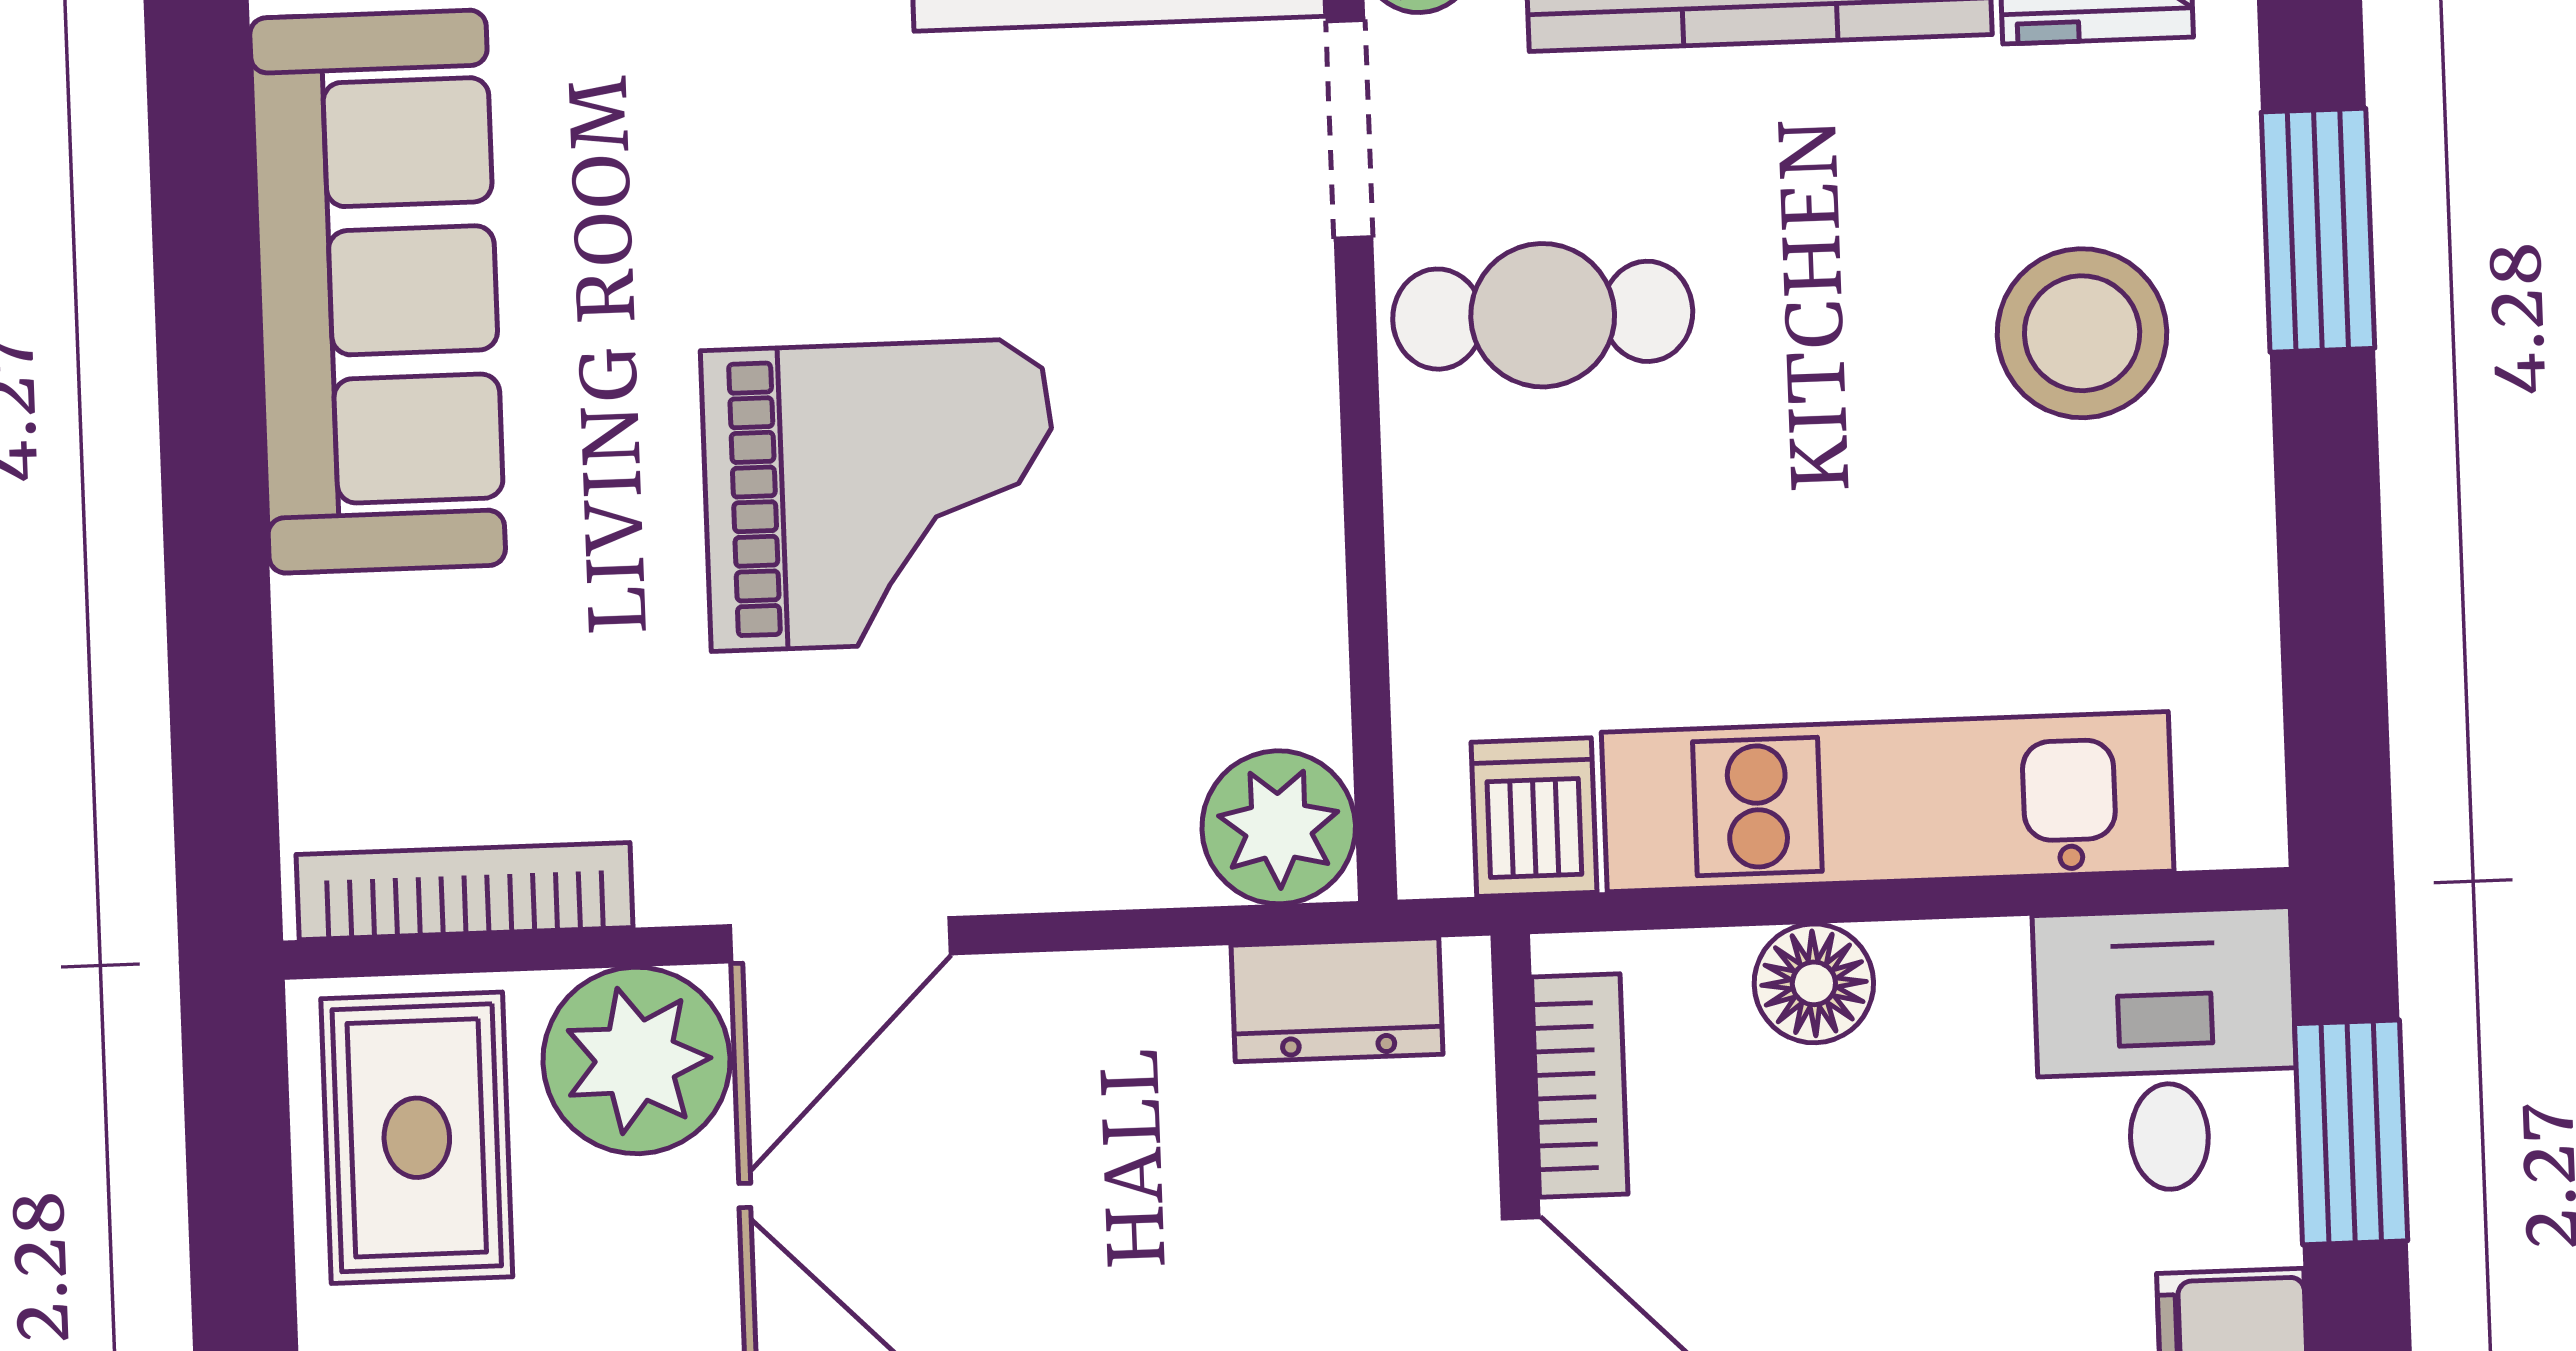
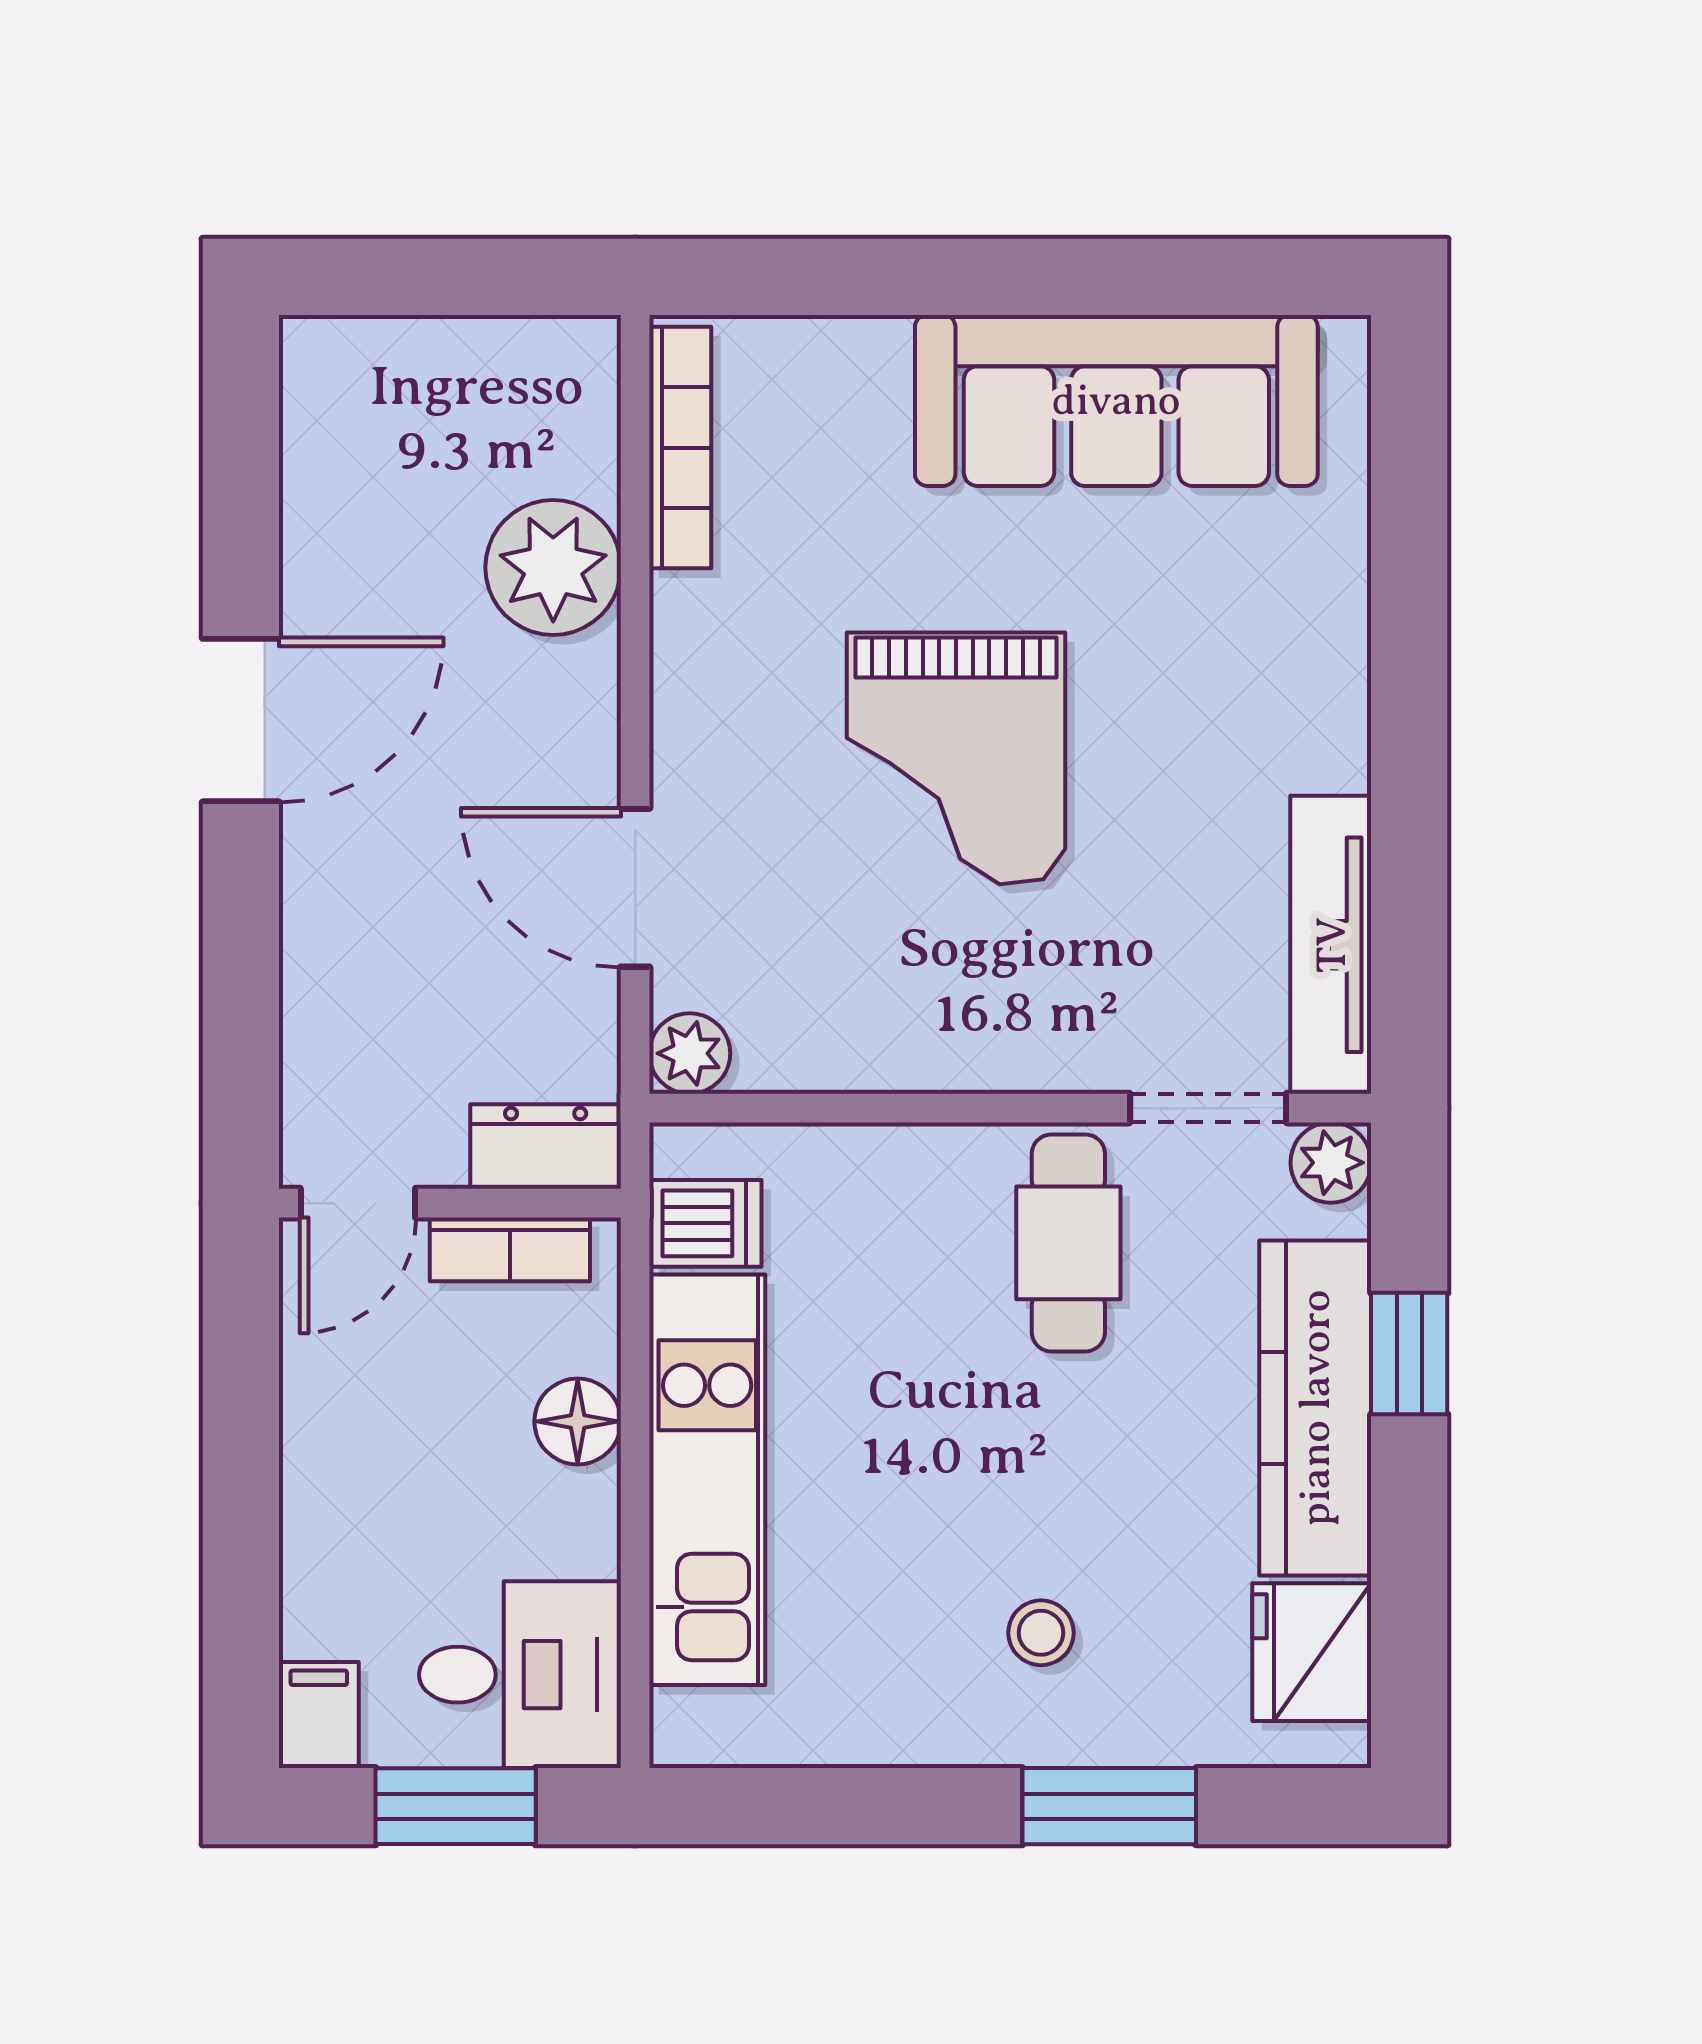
stool: (2082, 333) -> (1041, 1633), width x0.53, depth x0.53
plant: (1279, 827) -> (690, 1053), width x0.73, depth x0.73
door: (840, 940) -> (635, 888), moved
dresser: (1337, 1000) -> (546, 1146), moved, turned 90
rug: (417, 1138) -> (503, 406), removed

